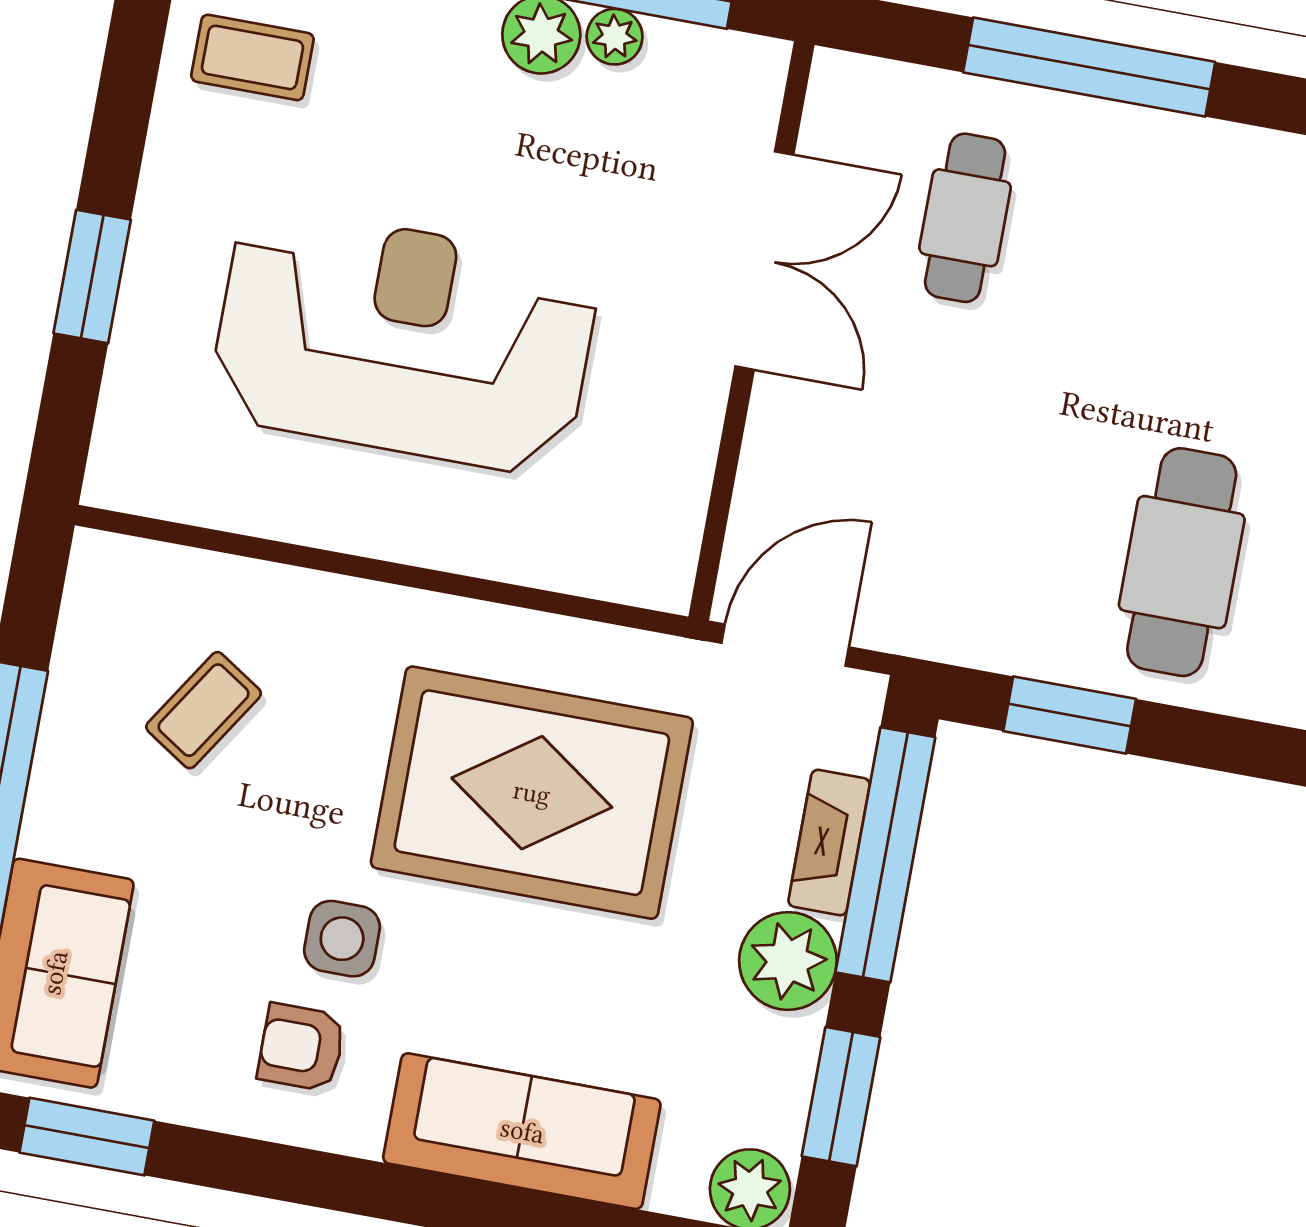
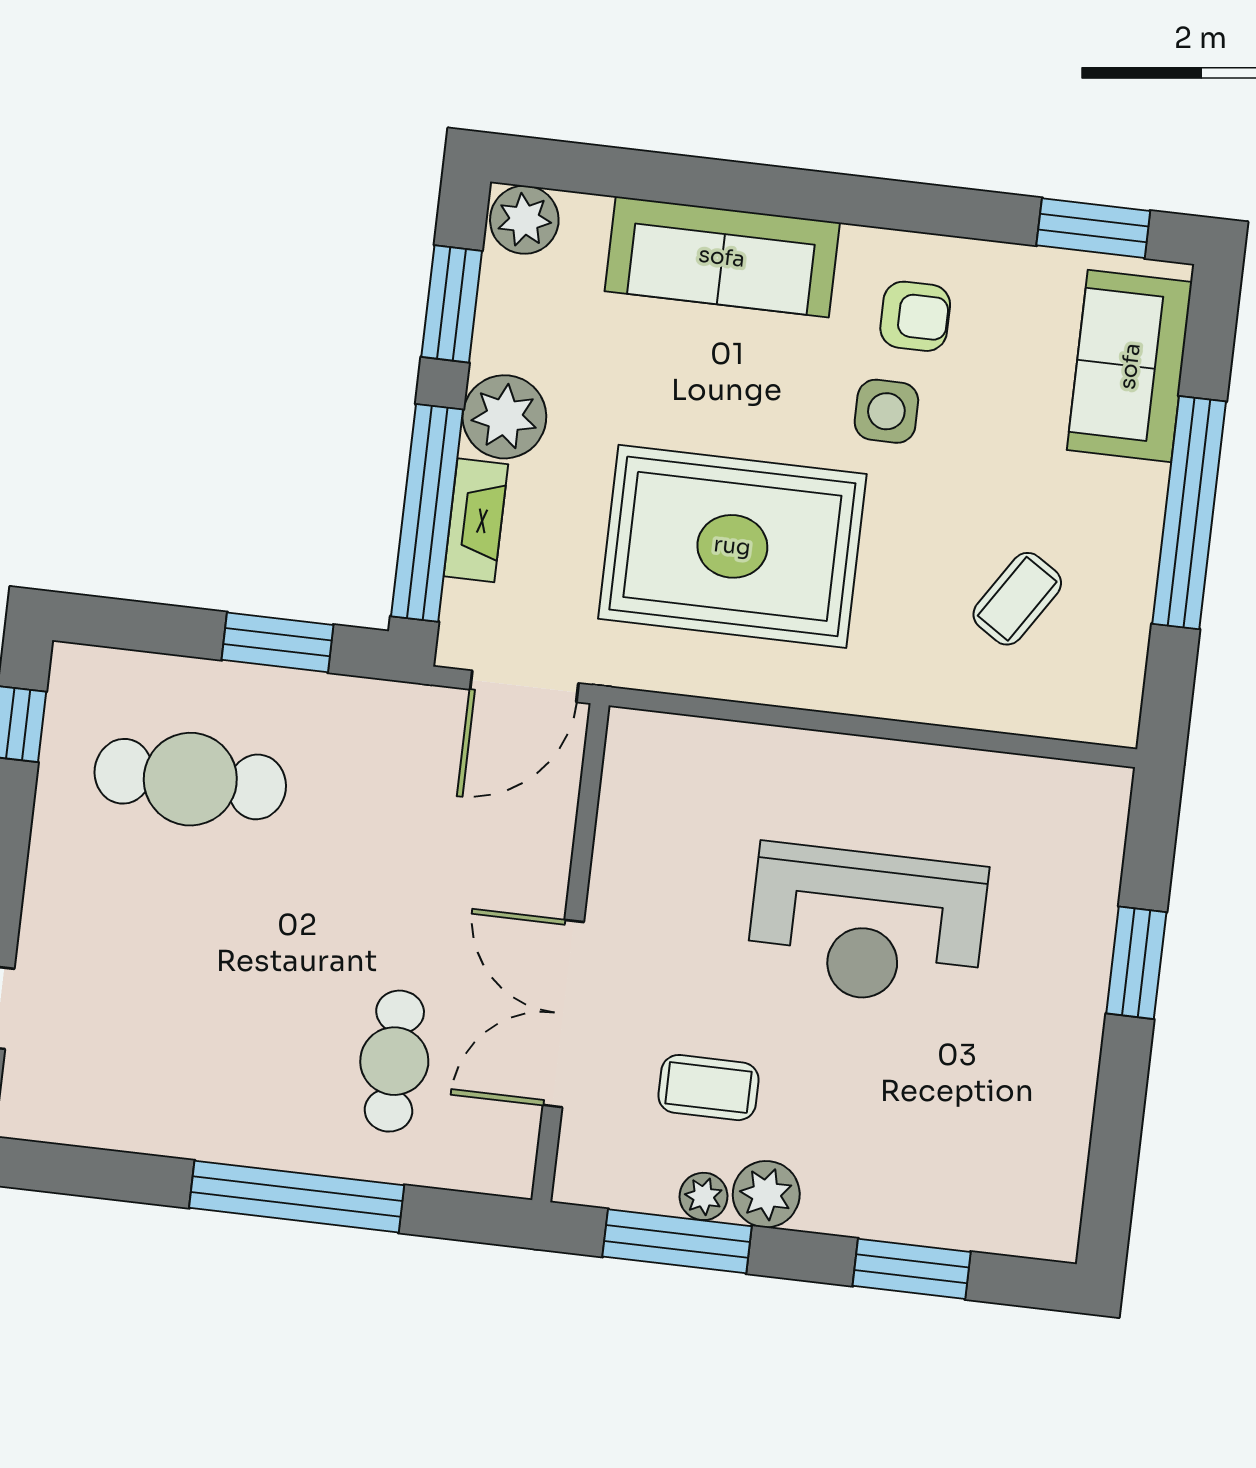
coffee table: (252, 57) -> (708, 1088), moved
reception desk: (404, 340) -> (867, 925), width x0.74, depth x0.77
cafe table: (1182, 562) -> (190, 779), turned 90

